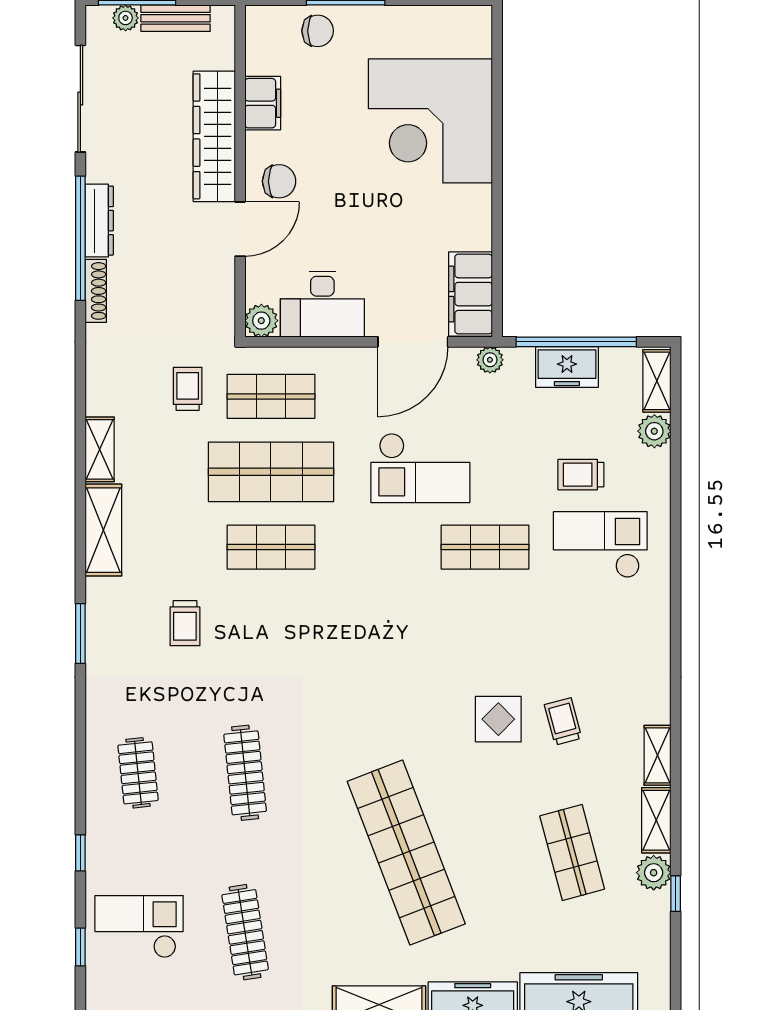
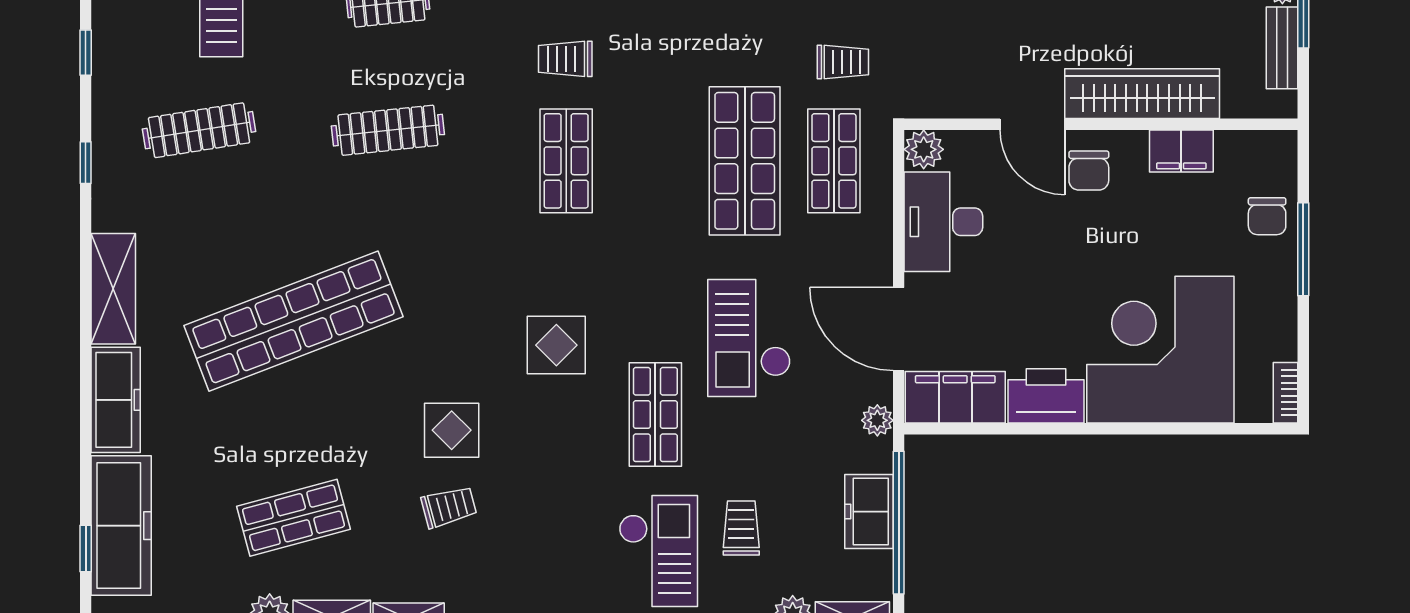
bookcase: (467, 15) -> (1286, 393), added
printer: (469, 217) -> (1046, 396), added
shop shelf: (271, 547) -> (566, 161), moved
display table: (426, 631) -> (556, 345), added

